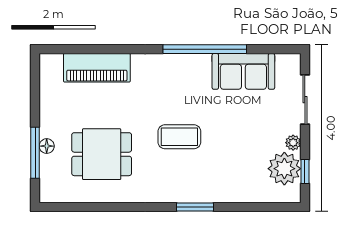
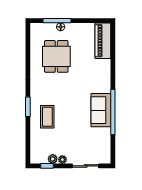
piano: (97, 68) -> (103, 41), moved
sofa: (243, 71) -> (101, 110), moved
coffee table: (179, 137) -> (47, 117), moved
plant: (284, 169) -> (53, 159), width x0.53, depth x0.53

